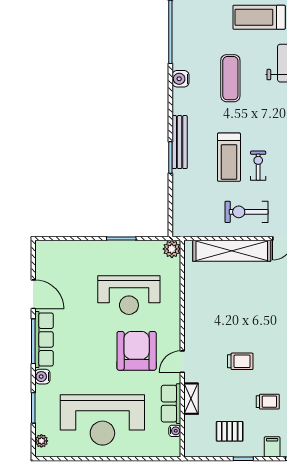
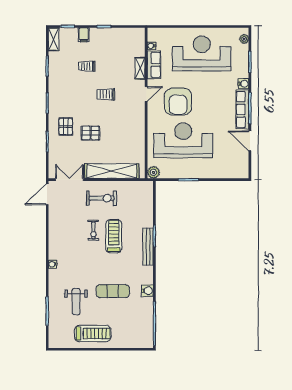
exercise mat: (230, 78) -> (113, 291), turned 90
reception desk: (129, 295) -> (183, 140), width x1.36, depth x1.30
pallet: (230, 431) -> (91, 133), moved

